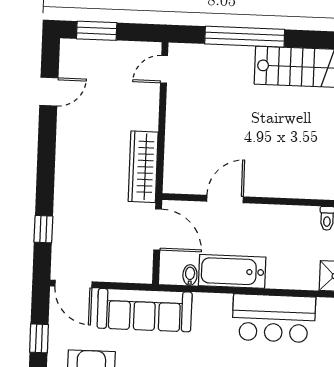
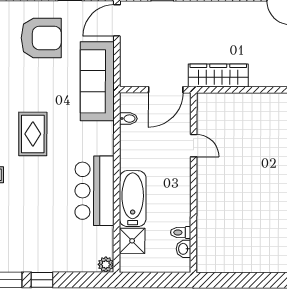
door: (225, 199) -> (194, 146), width x0.73
bathtub: (232, 271) -> (133, 199), moved

